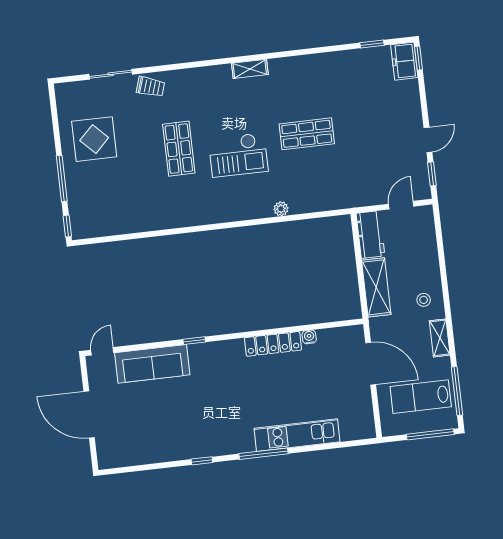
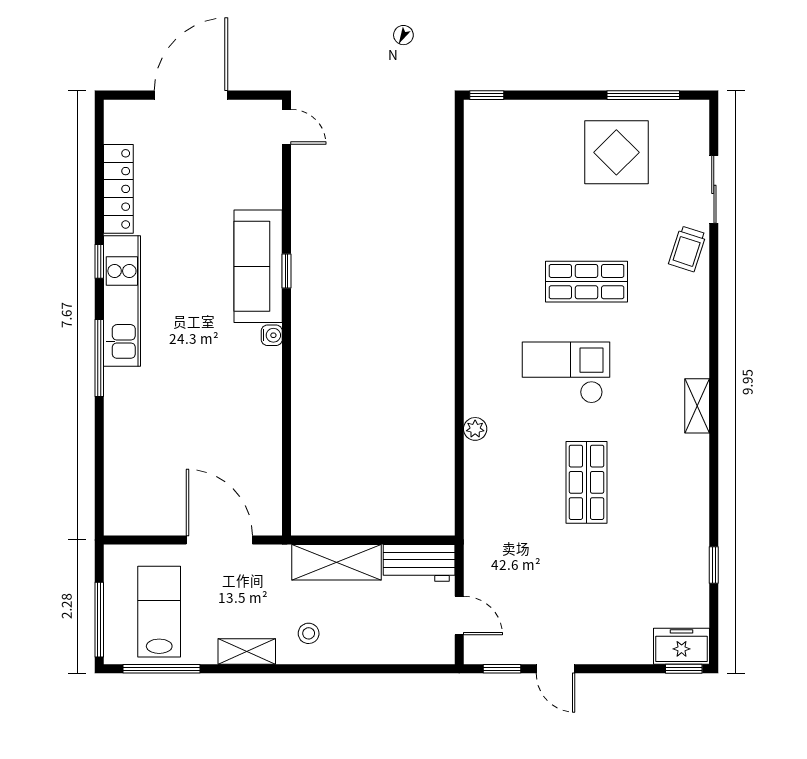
window: (372, 44) -> (714, 565), moved
checkout: (238, 155) -> (566, 372), turned 90
window: (62, 178) -> (643, 95), moved
water cooler: (309, 337) -> (272, 335), moved
locker: (273, 344) -> (118, 189), moved, turned 180
sofa: (152, 364) -> (258, 266), moved
door: (371, 364) -> (219, 540), swing flipped
kitchen unit: (297, 435) -> (122, 301), moved

